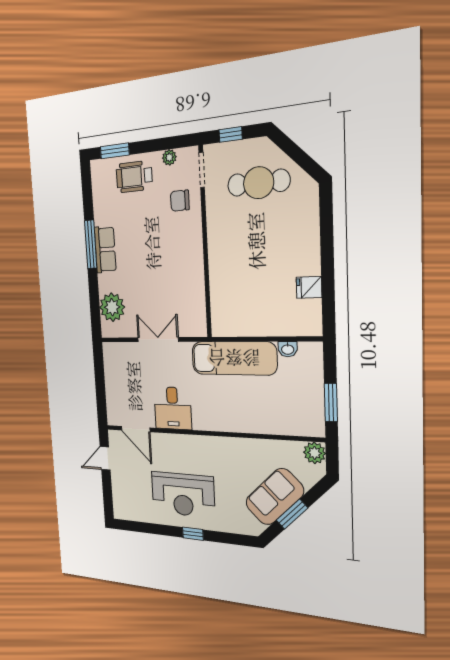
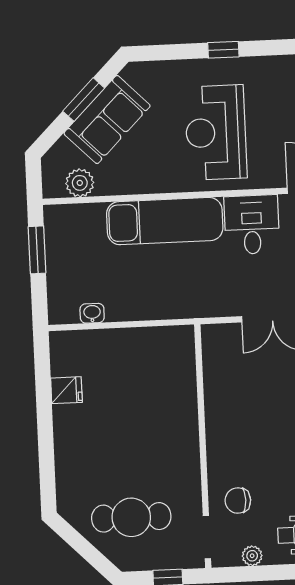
chair: (180, 201) -> (238, 501), turned 180
exam couch: (234, 358) -> (165, 221), moved, turned 180
plant: (315, 453) -> (80, 183), moved
reception desk: (183, 495) -> (216, 132), moved, turned -90

